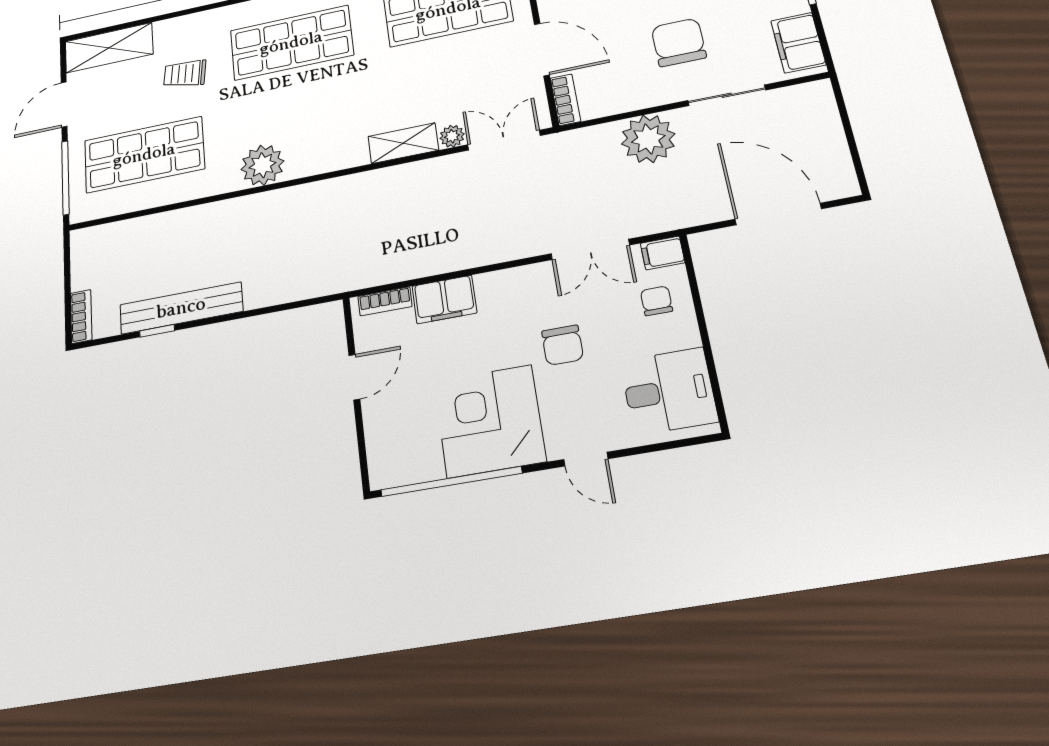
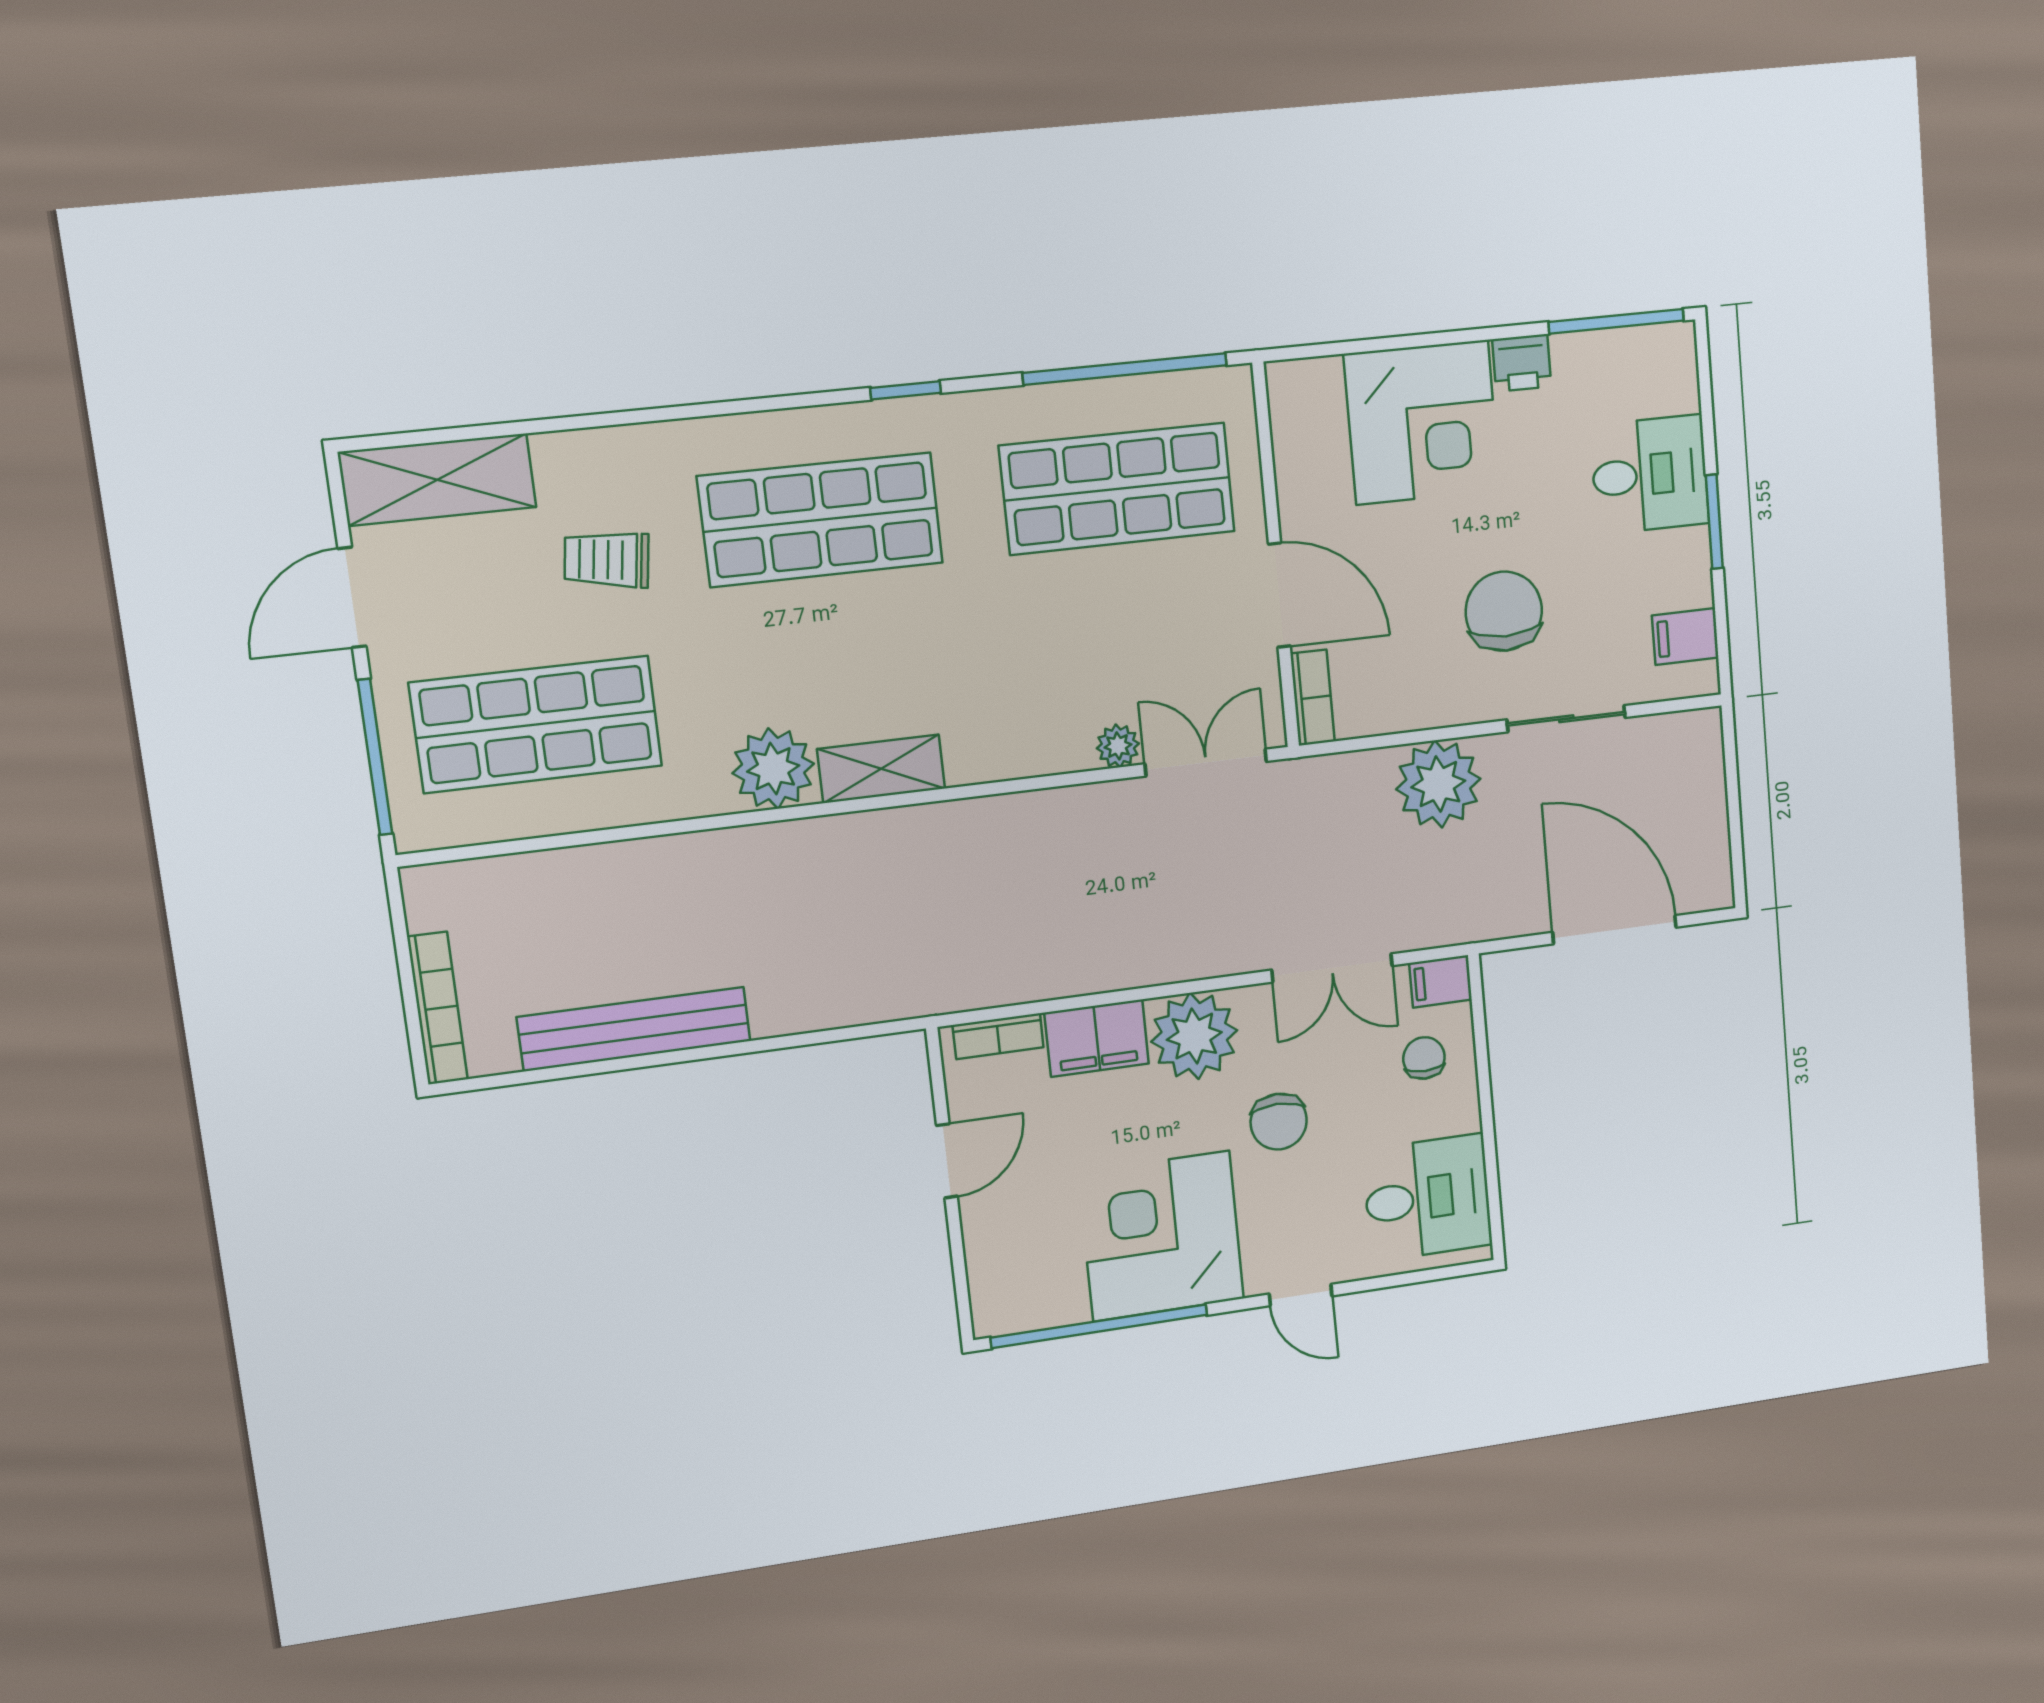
filing cabinet: (798, 43) -> (1685, 637), width x0.50
shelving: (403, 143) -> (881, 769), moved
plant: (505, 295) -> (1194, 1036), added
bookcase: (81, 316) -> (437, 1008), width x1.56
window: (157, 331) -> (592, 1068), removed

